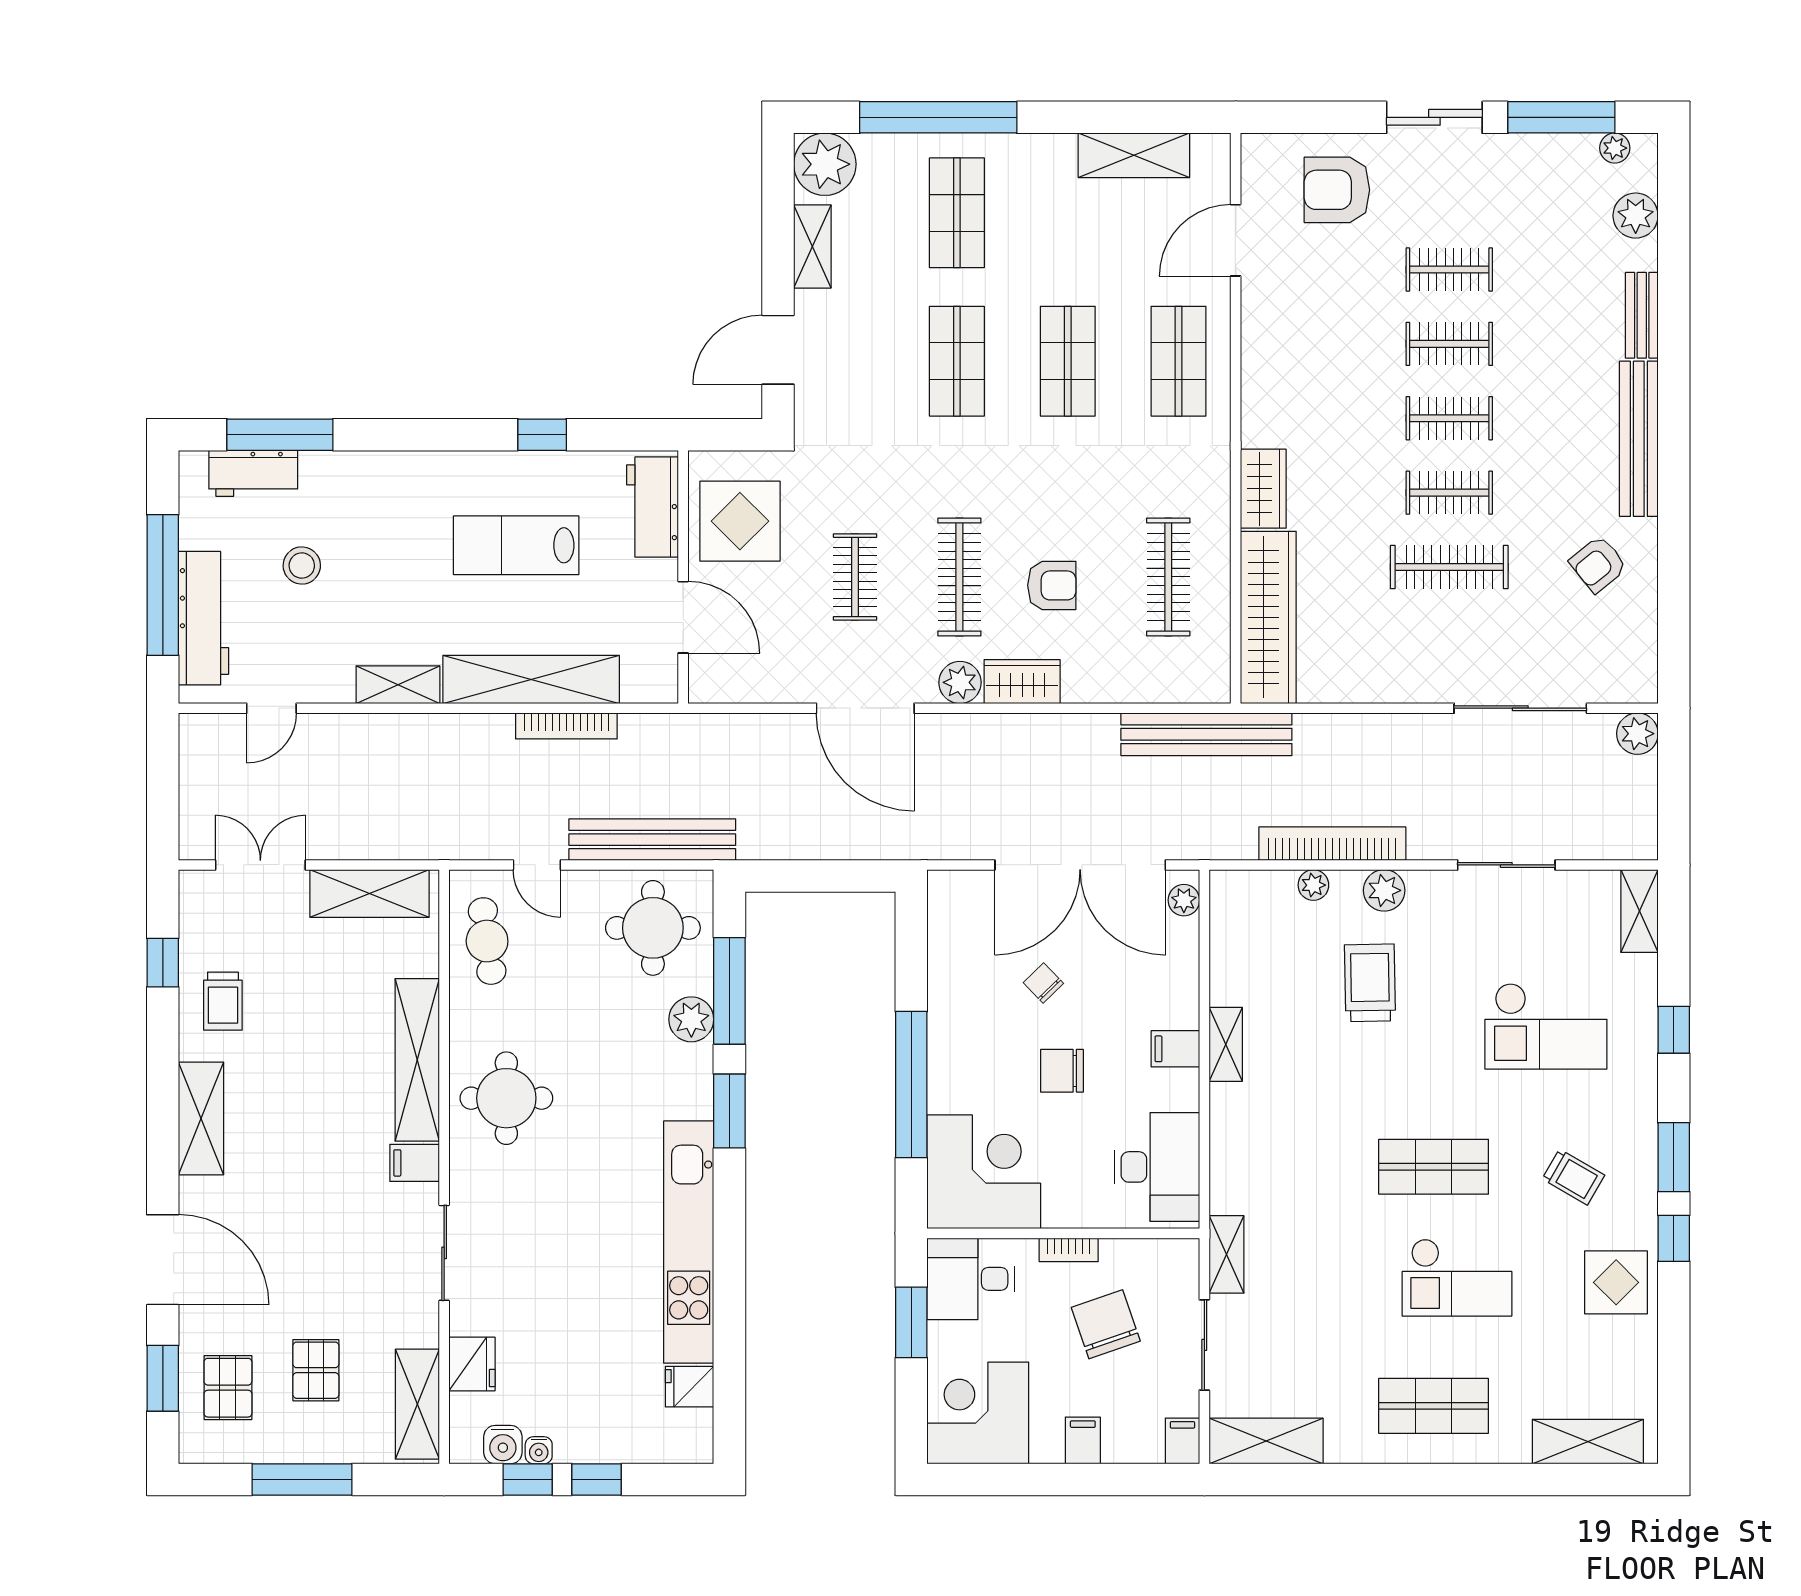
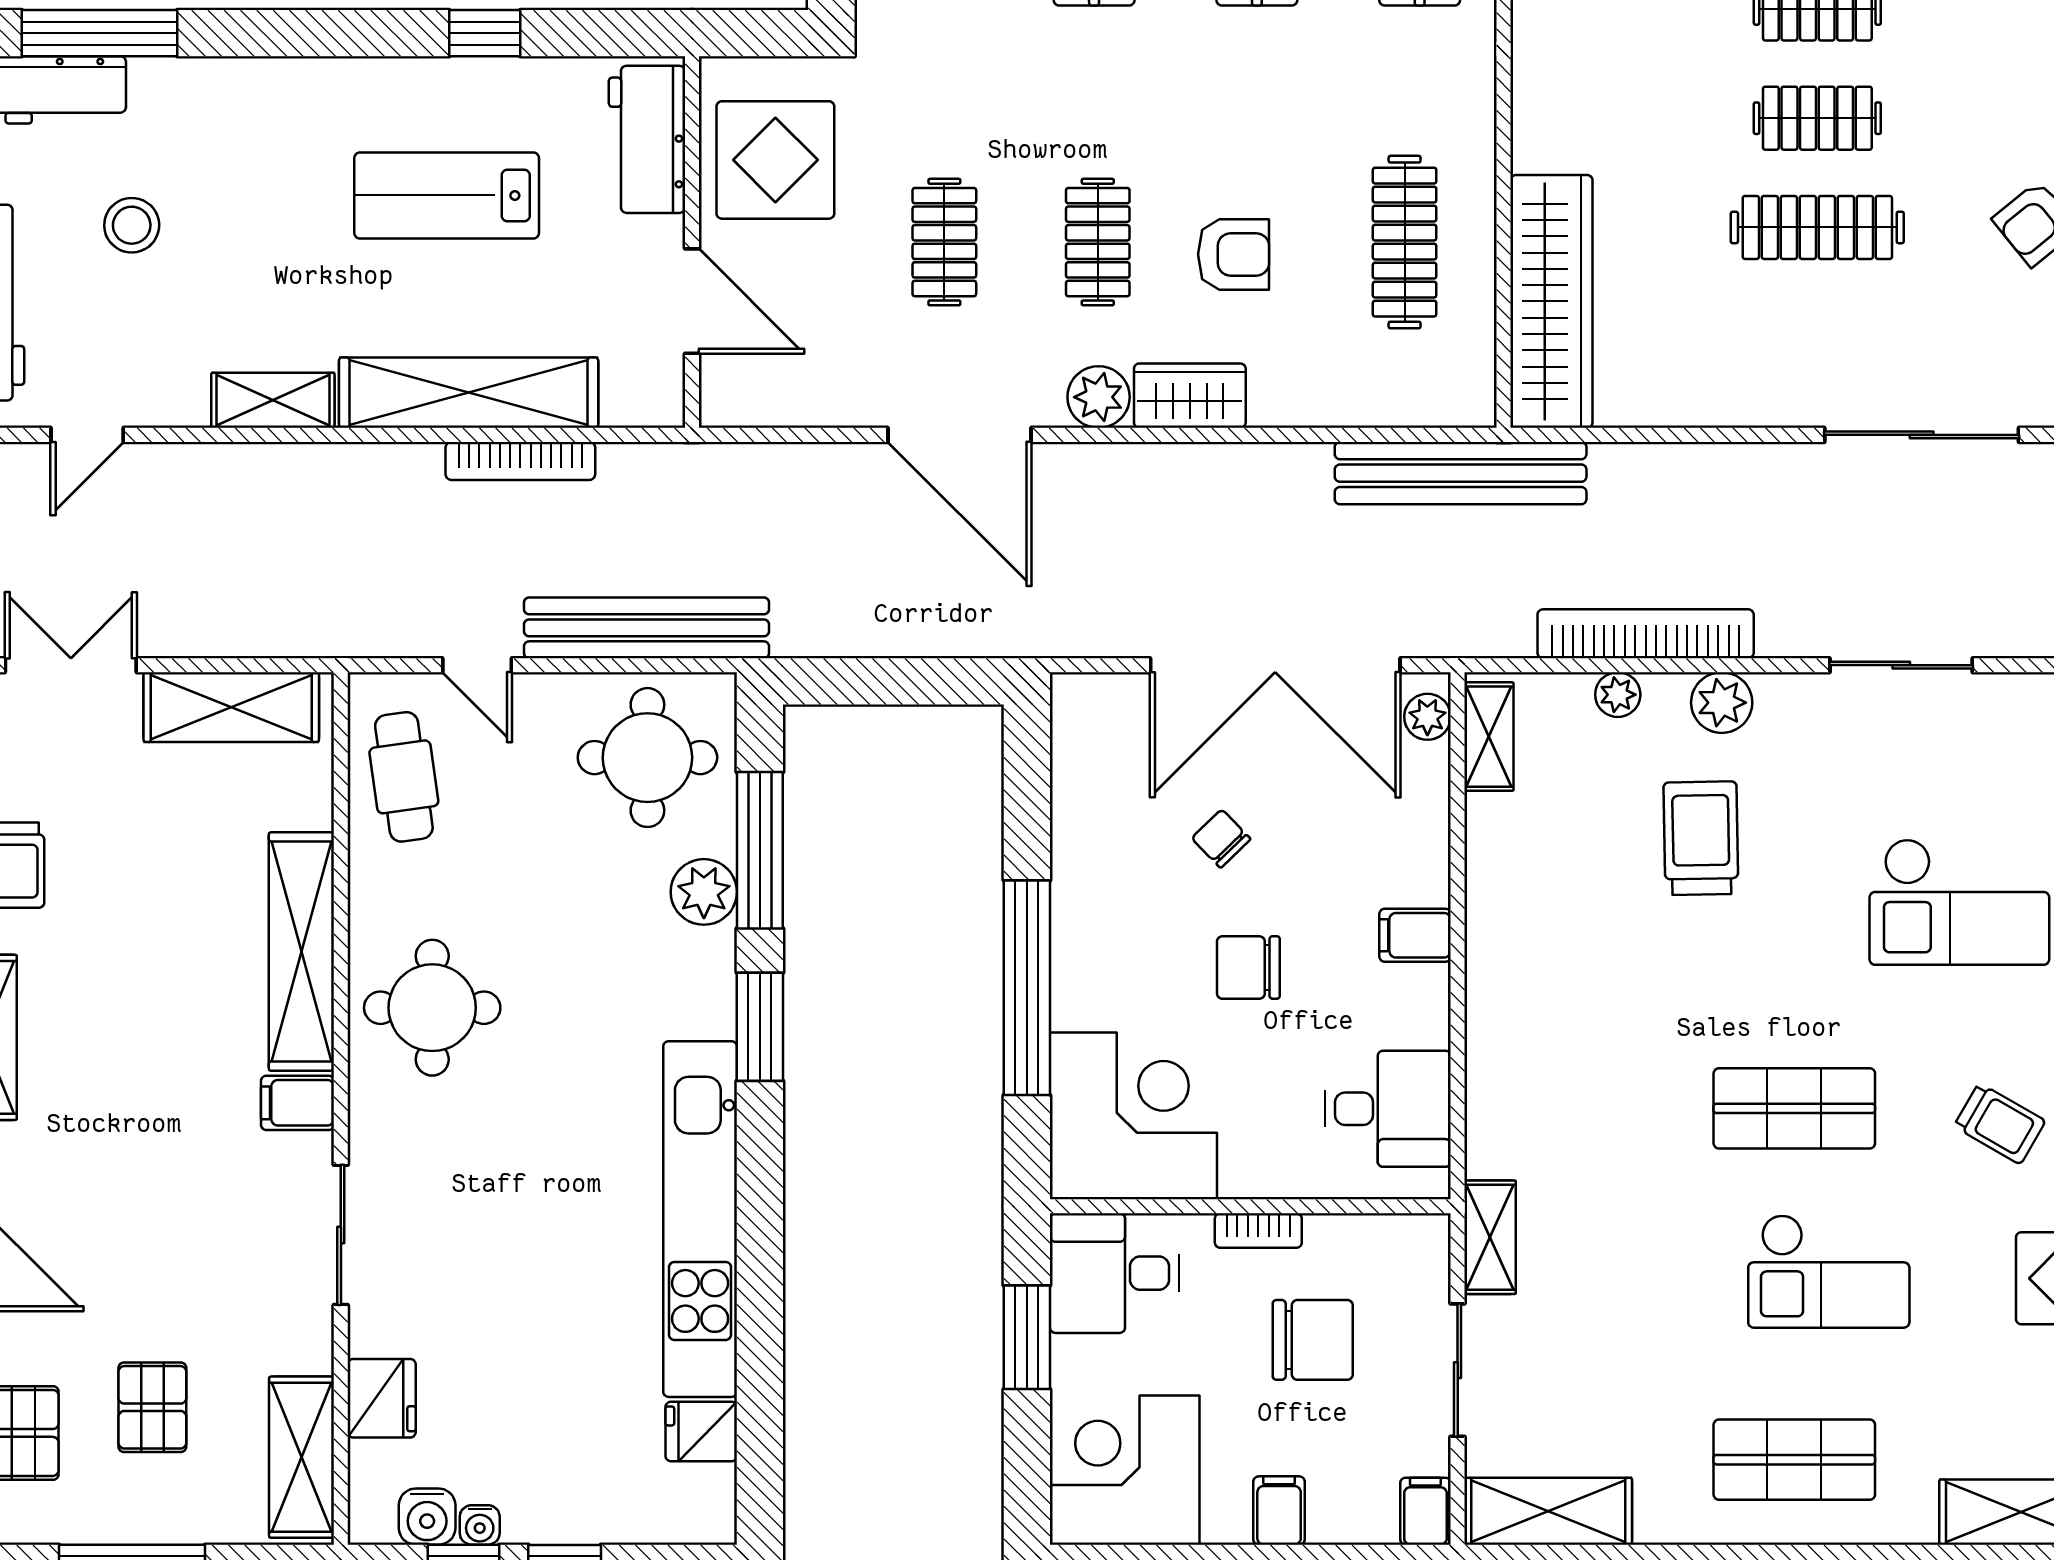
wardrobe: (1263, 489) -> (1544, 112), removed
clothes rail: (959, 577) -> (1098, 242), width x0.73
shelving: (1226, 1044) -> (1489, 737), moved
desk: (1157, 1167) -> (1388, 1109), width x0.73
chair: (1106, 1324) -> (1313, 1340), turned 109

